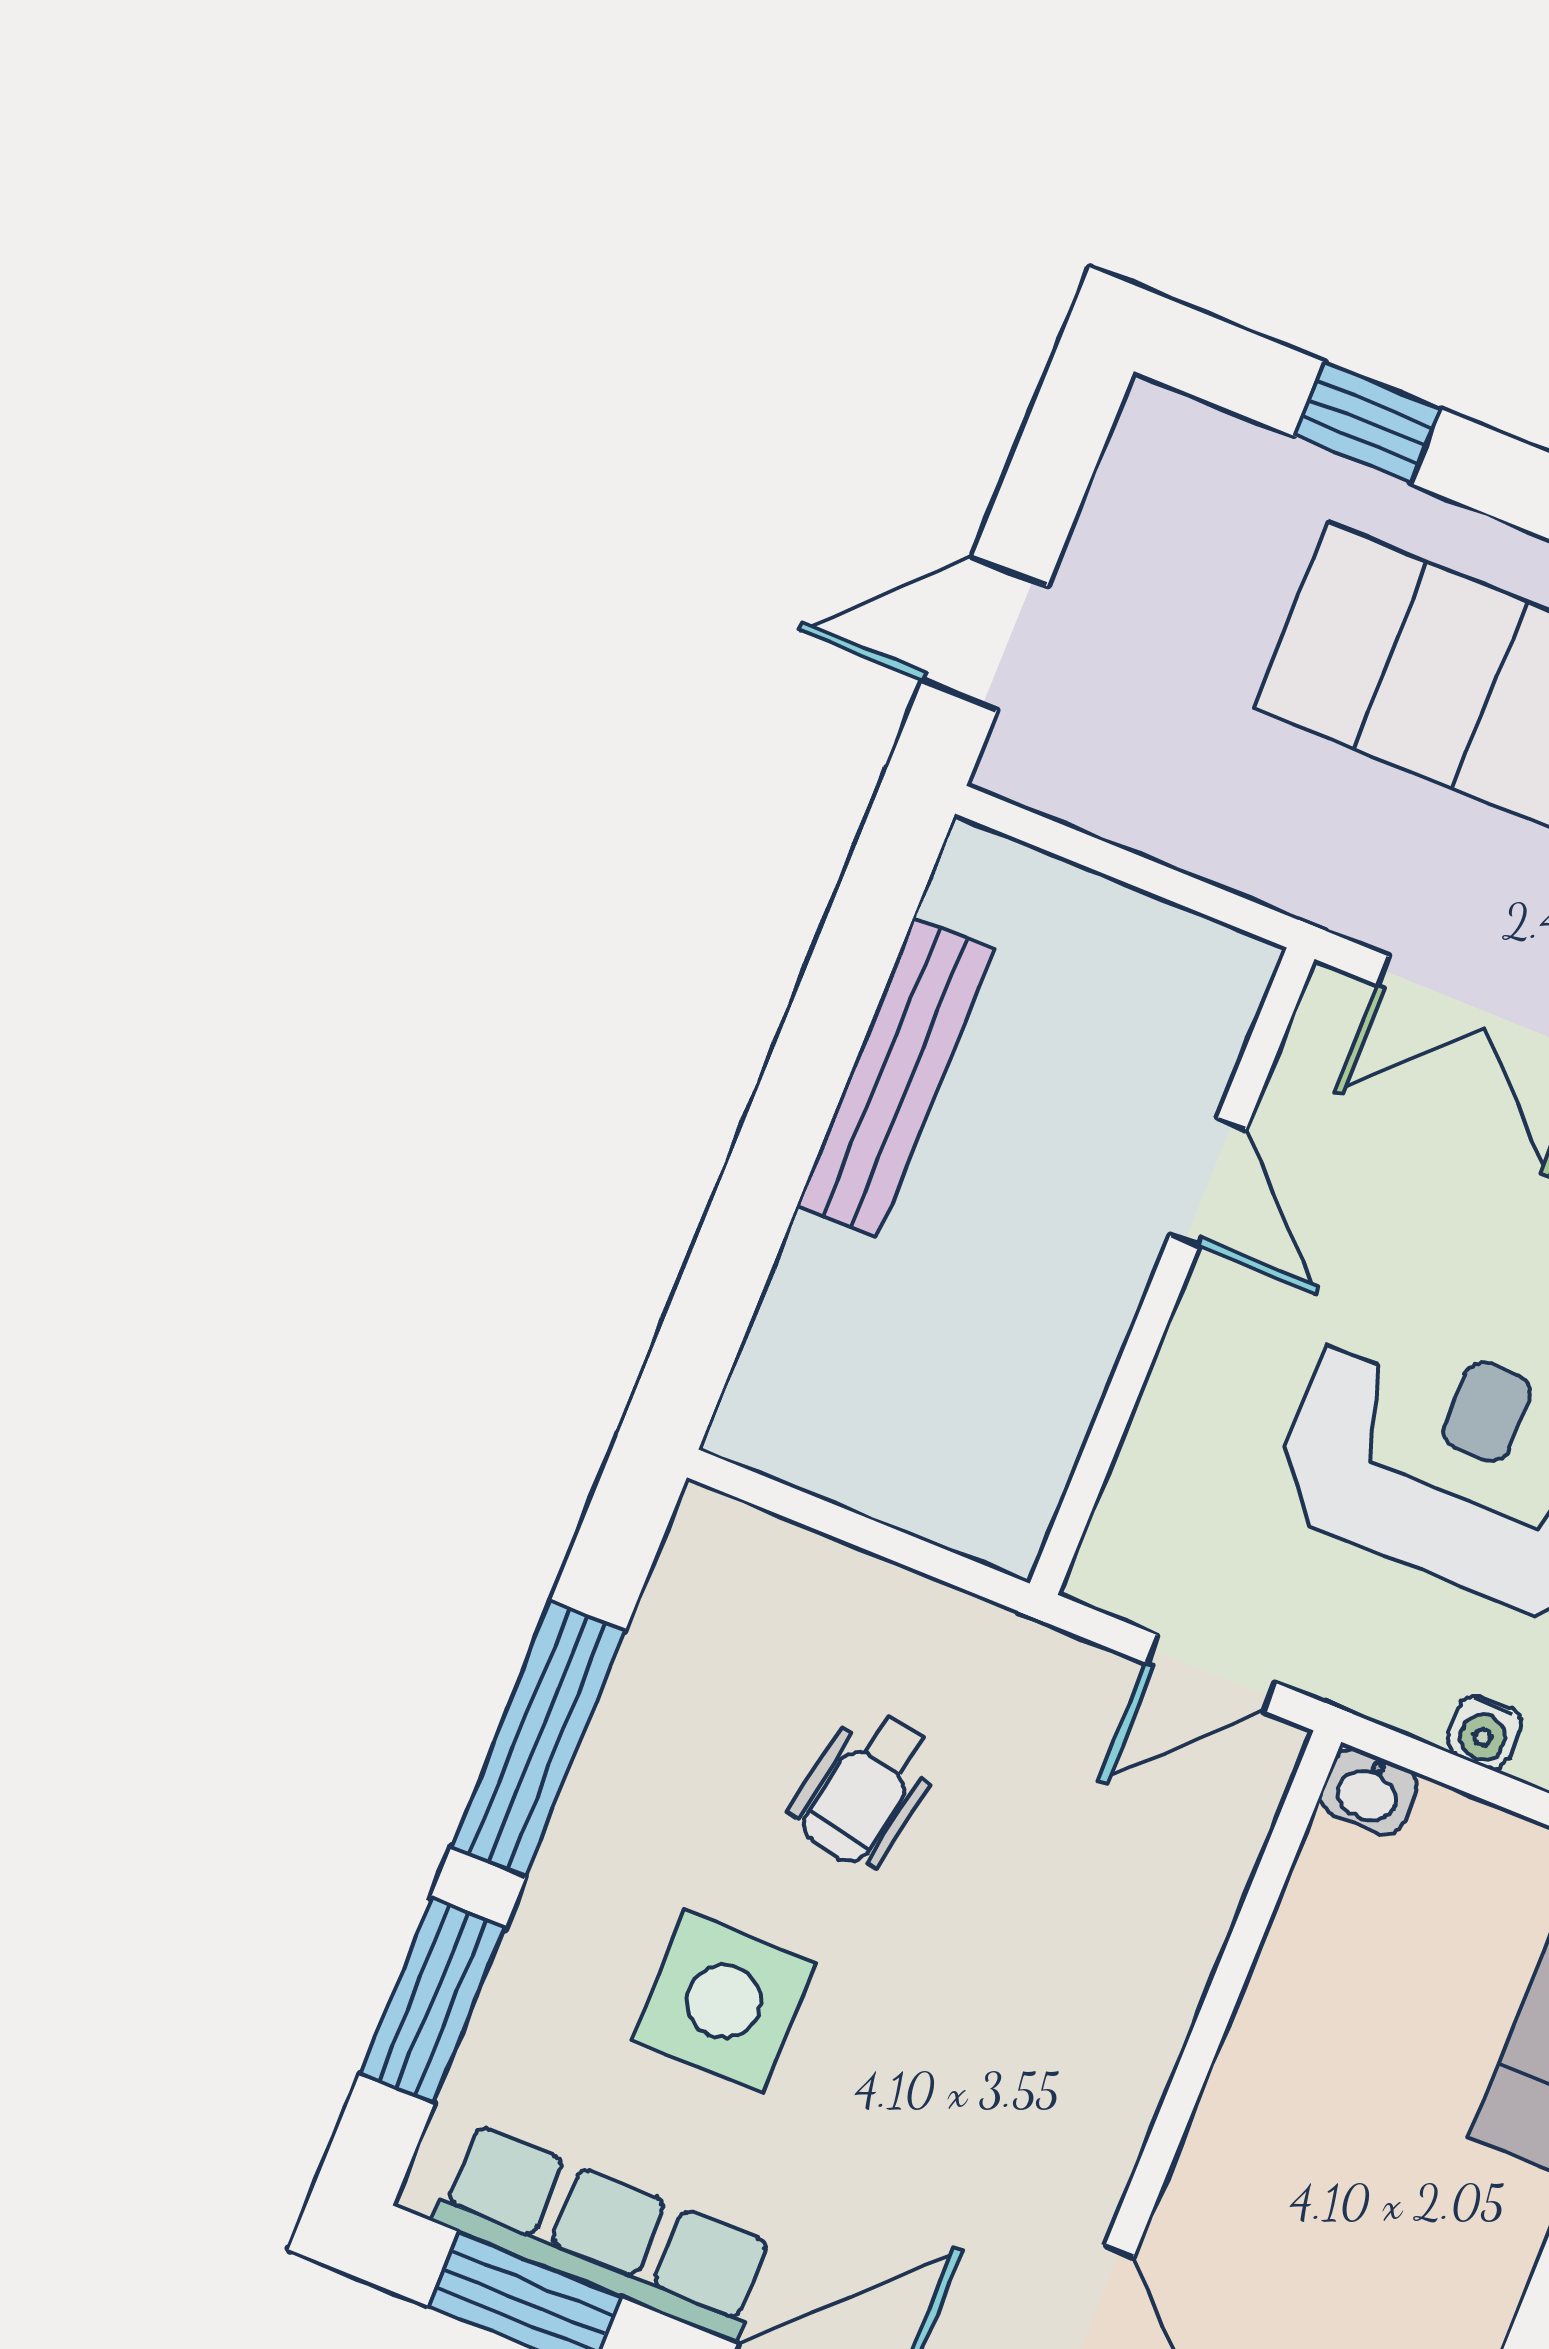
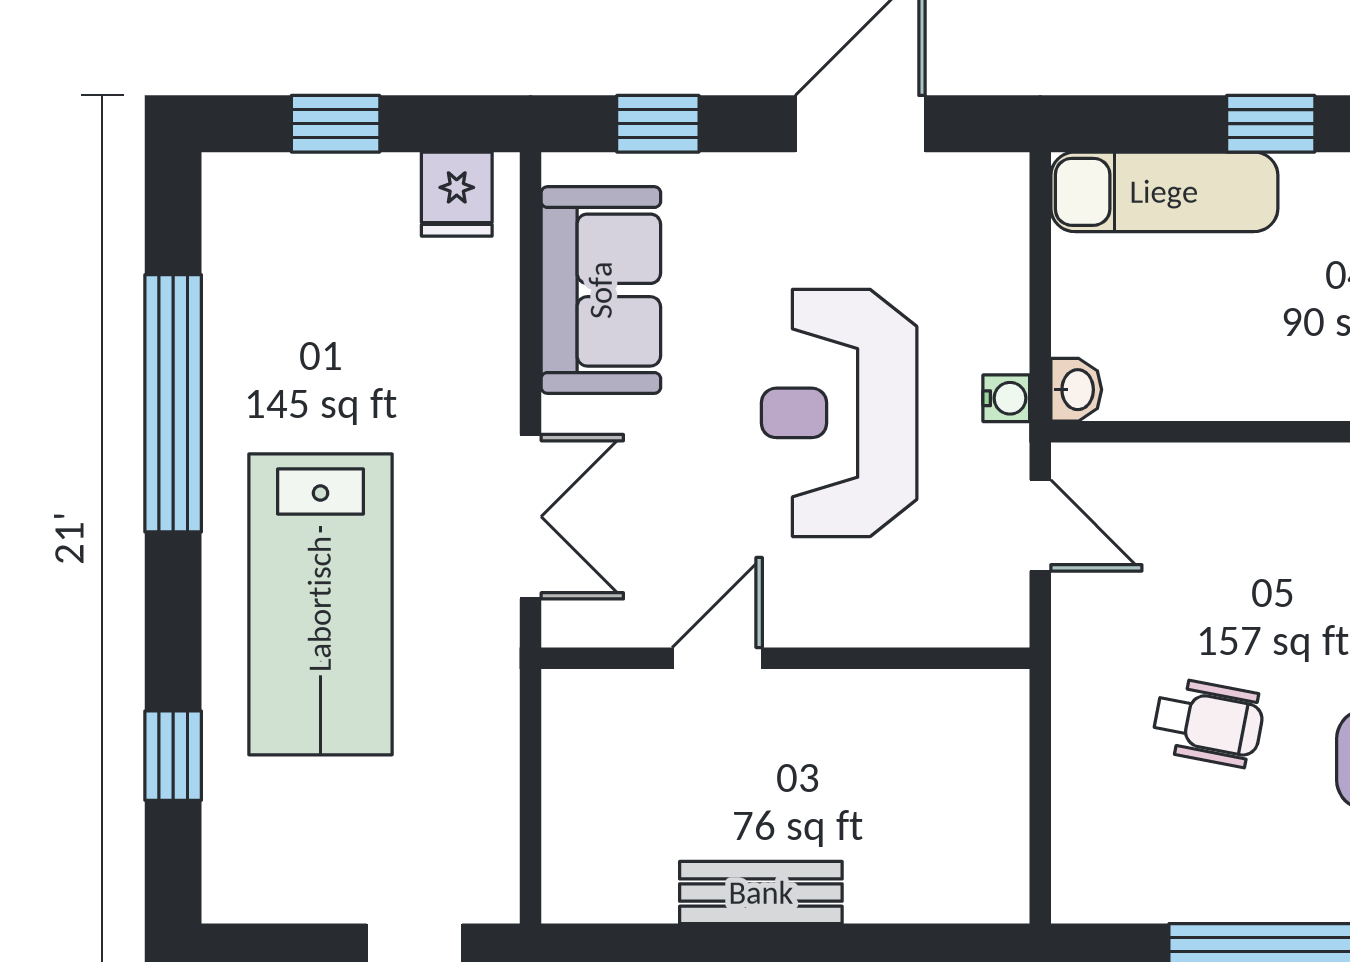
bench: (895, 1077) -> (761, 893), width x0.73
water cooler: (1485, 1732) -> (1006, 398), moved

